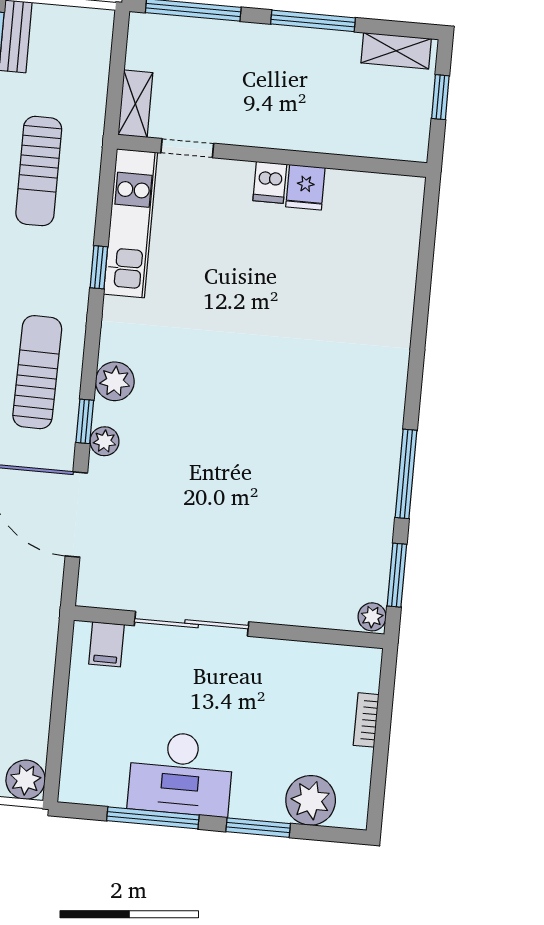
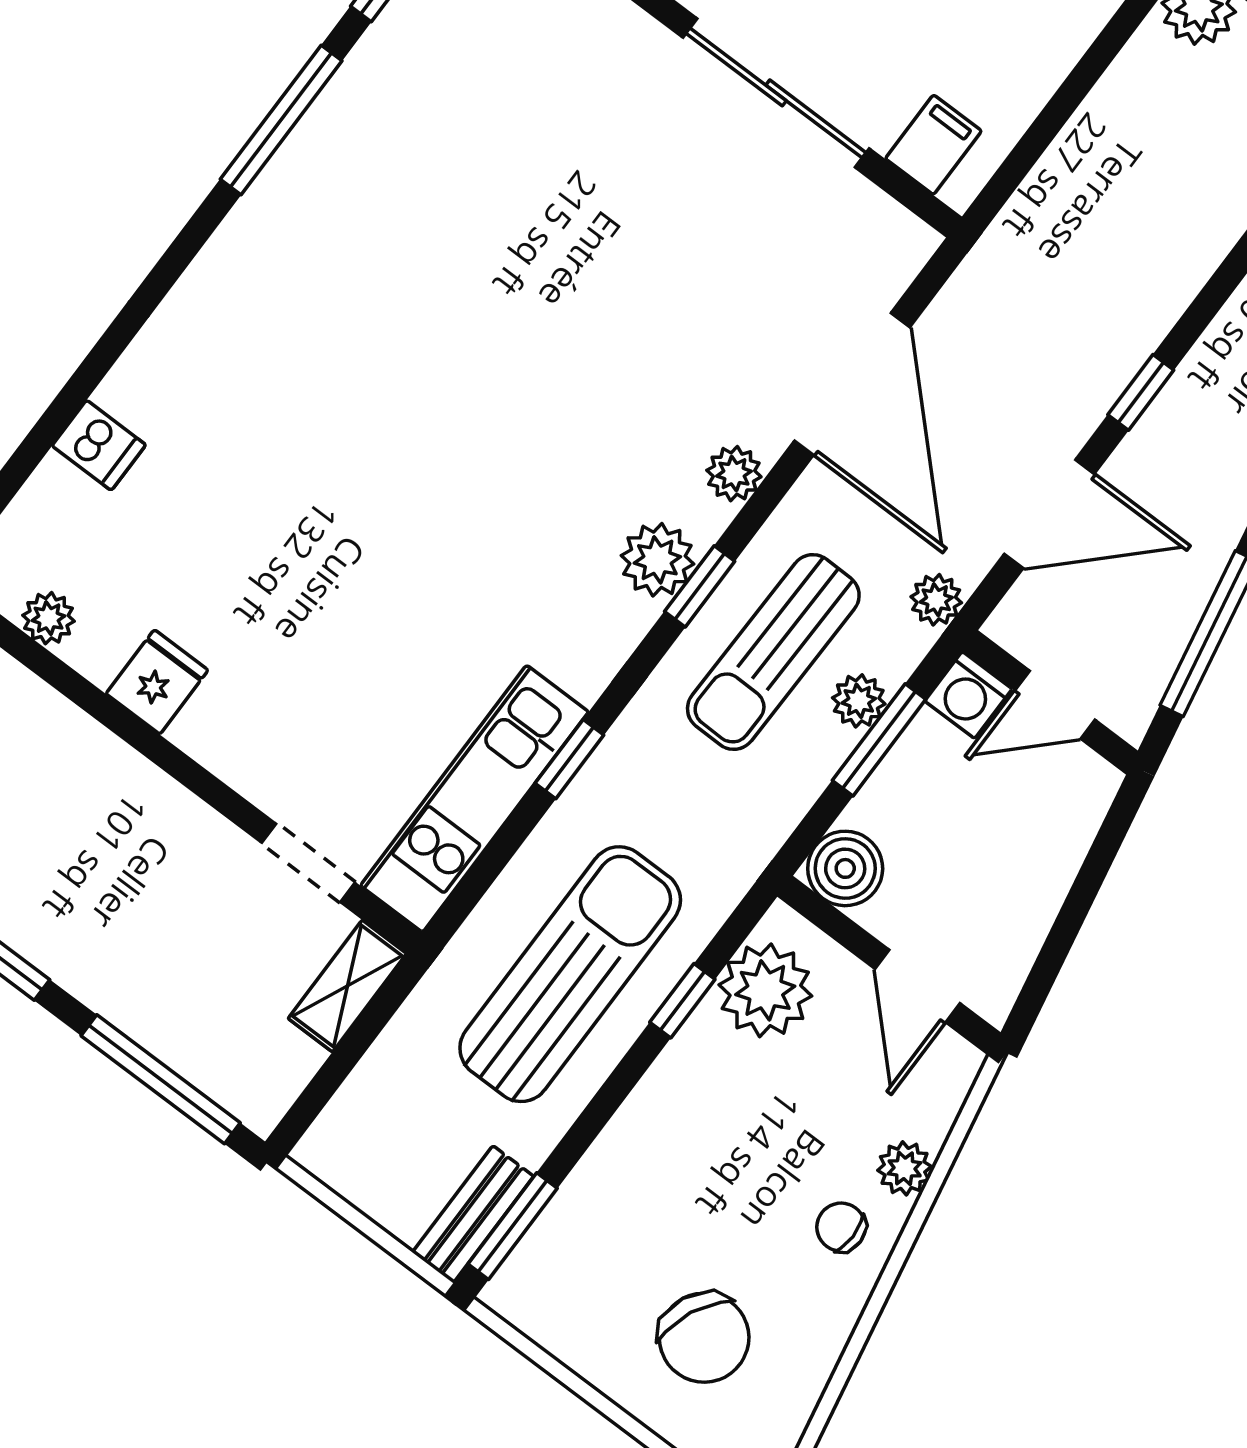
sun lounger: (39, 171) -> (570, 974), width x1.36, depth x1.34
dishwasher: (270, 182) -> (99, 445), moved, turned 90
plant: (372, 186) -> (49, 618), added
window: (85, 421) -> (700, 586), moved

